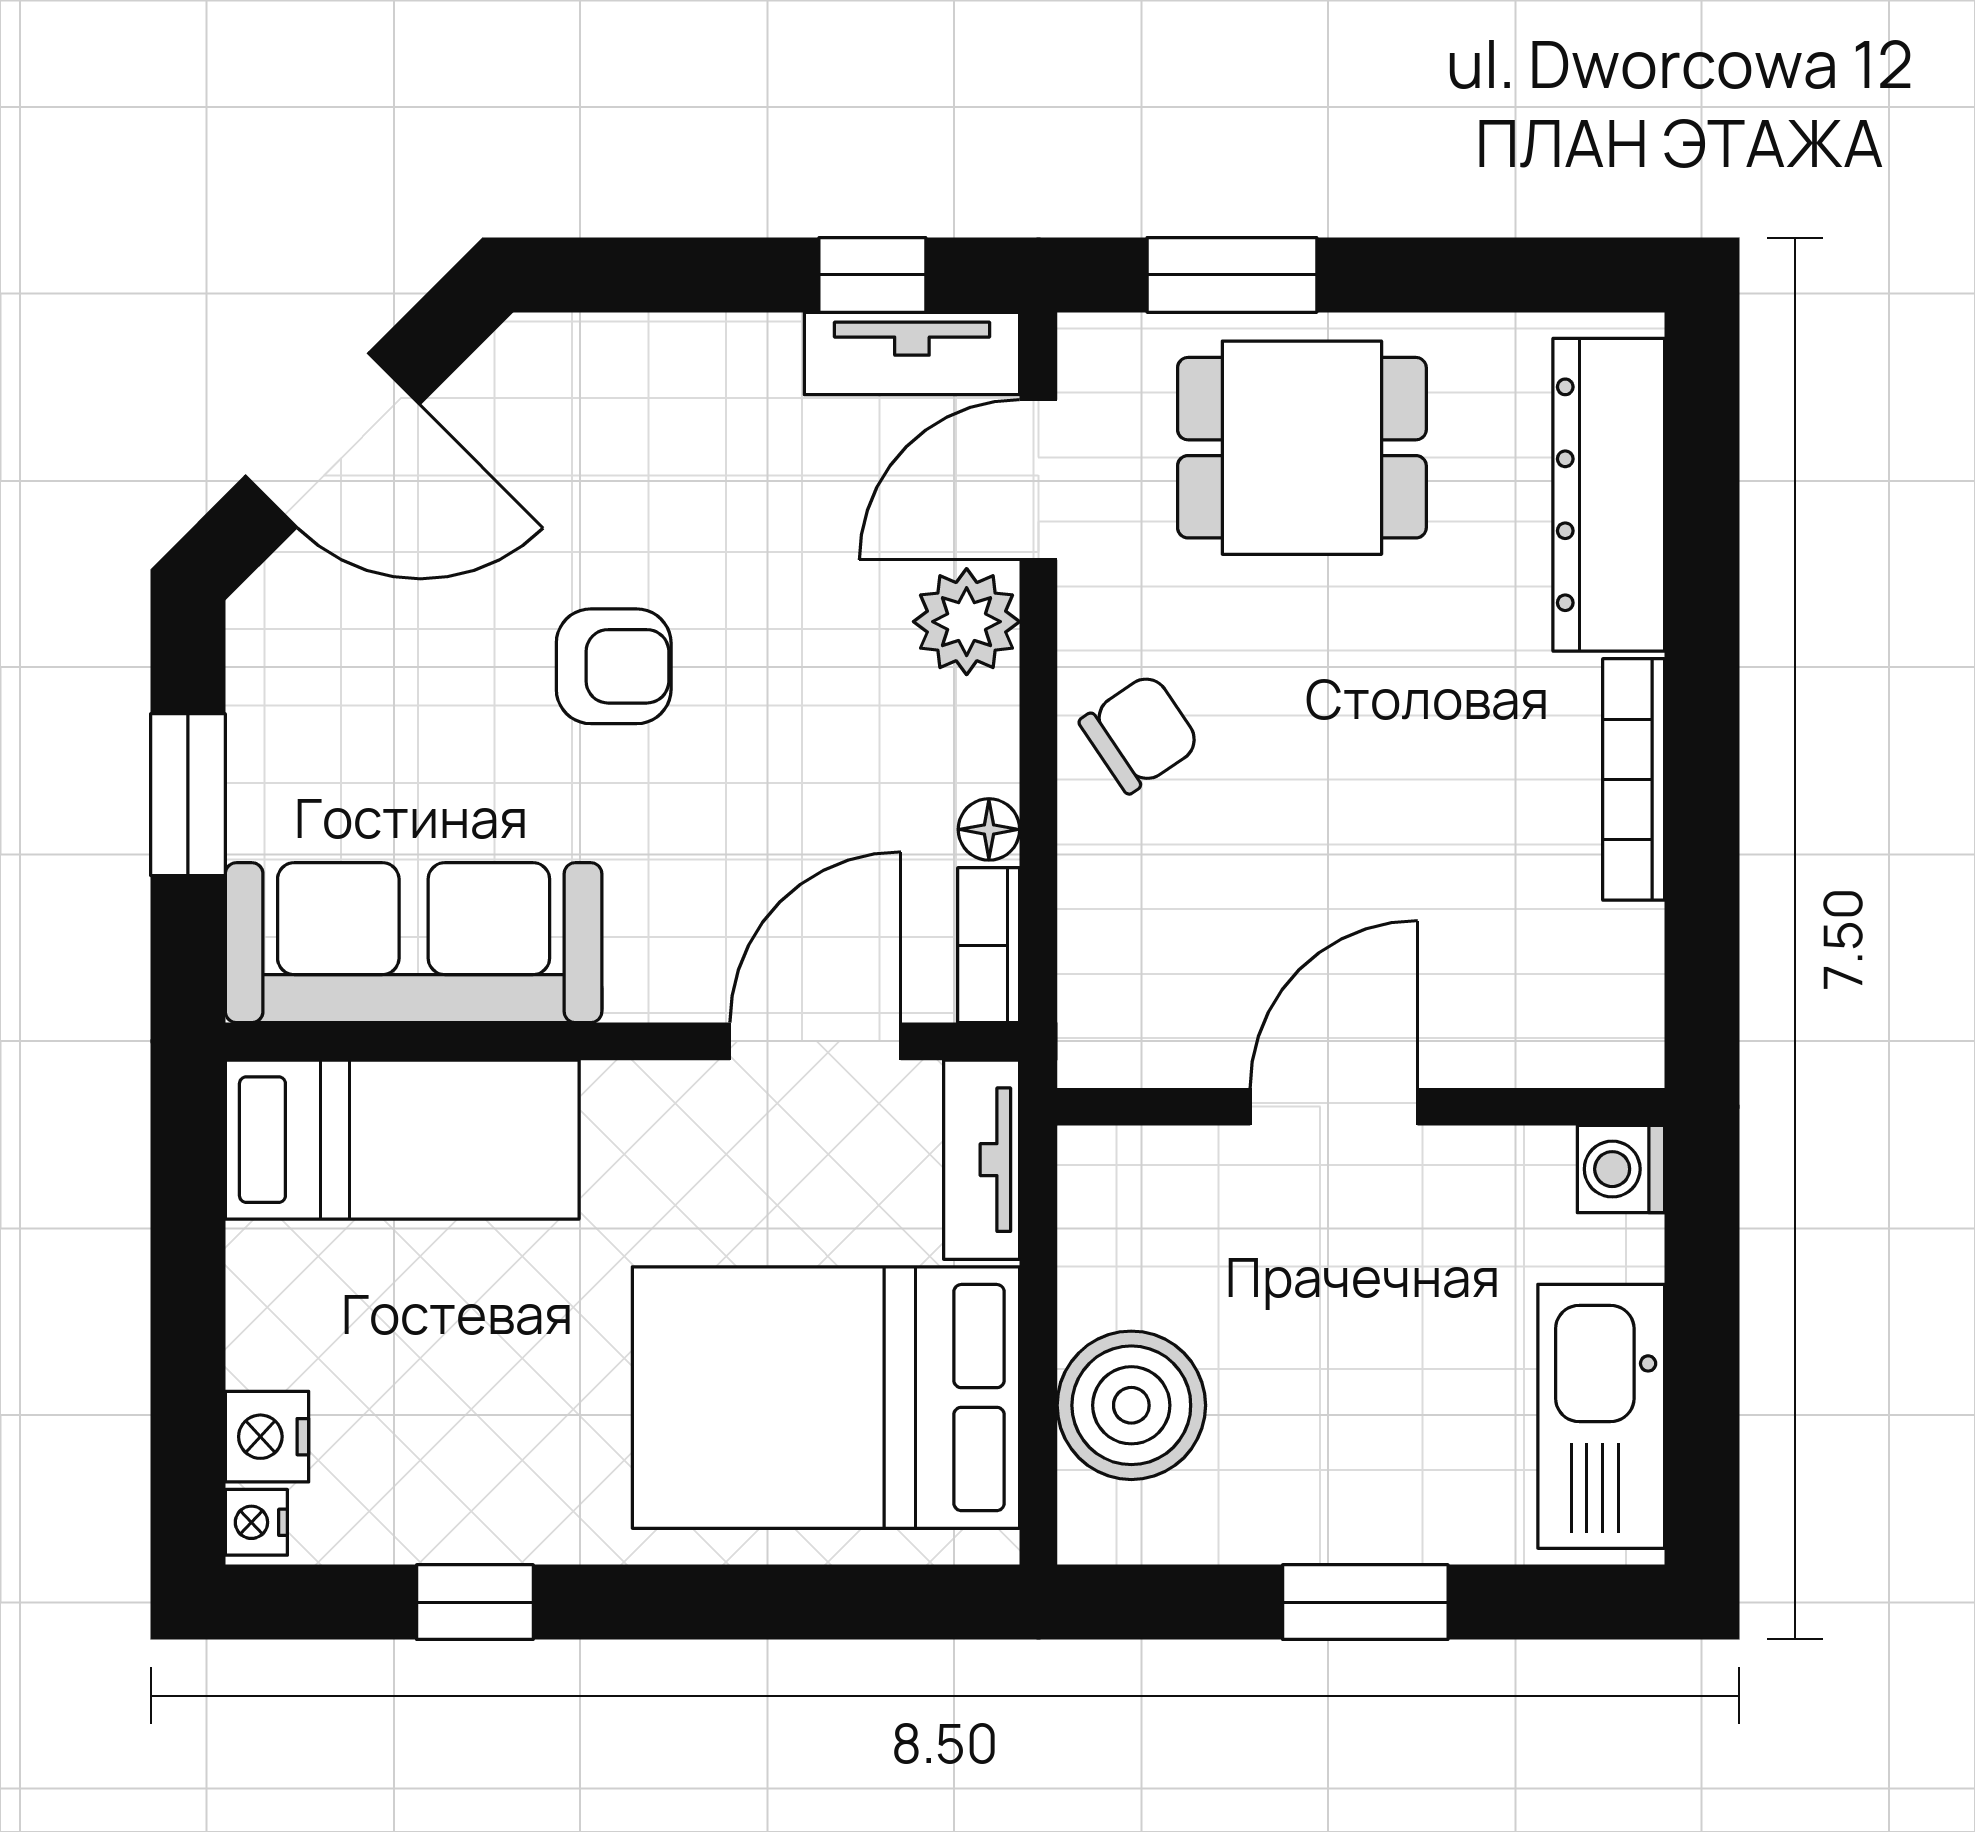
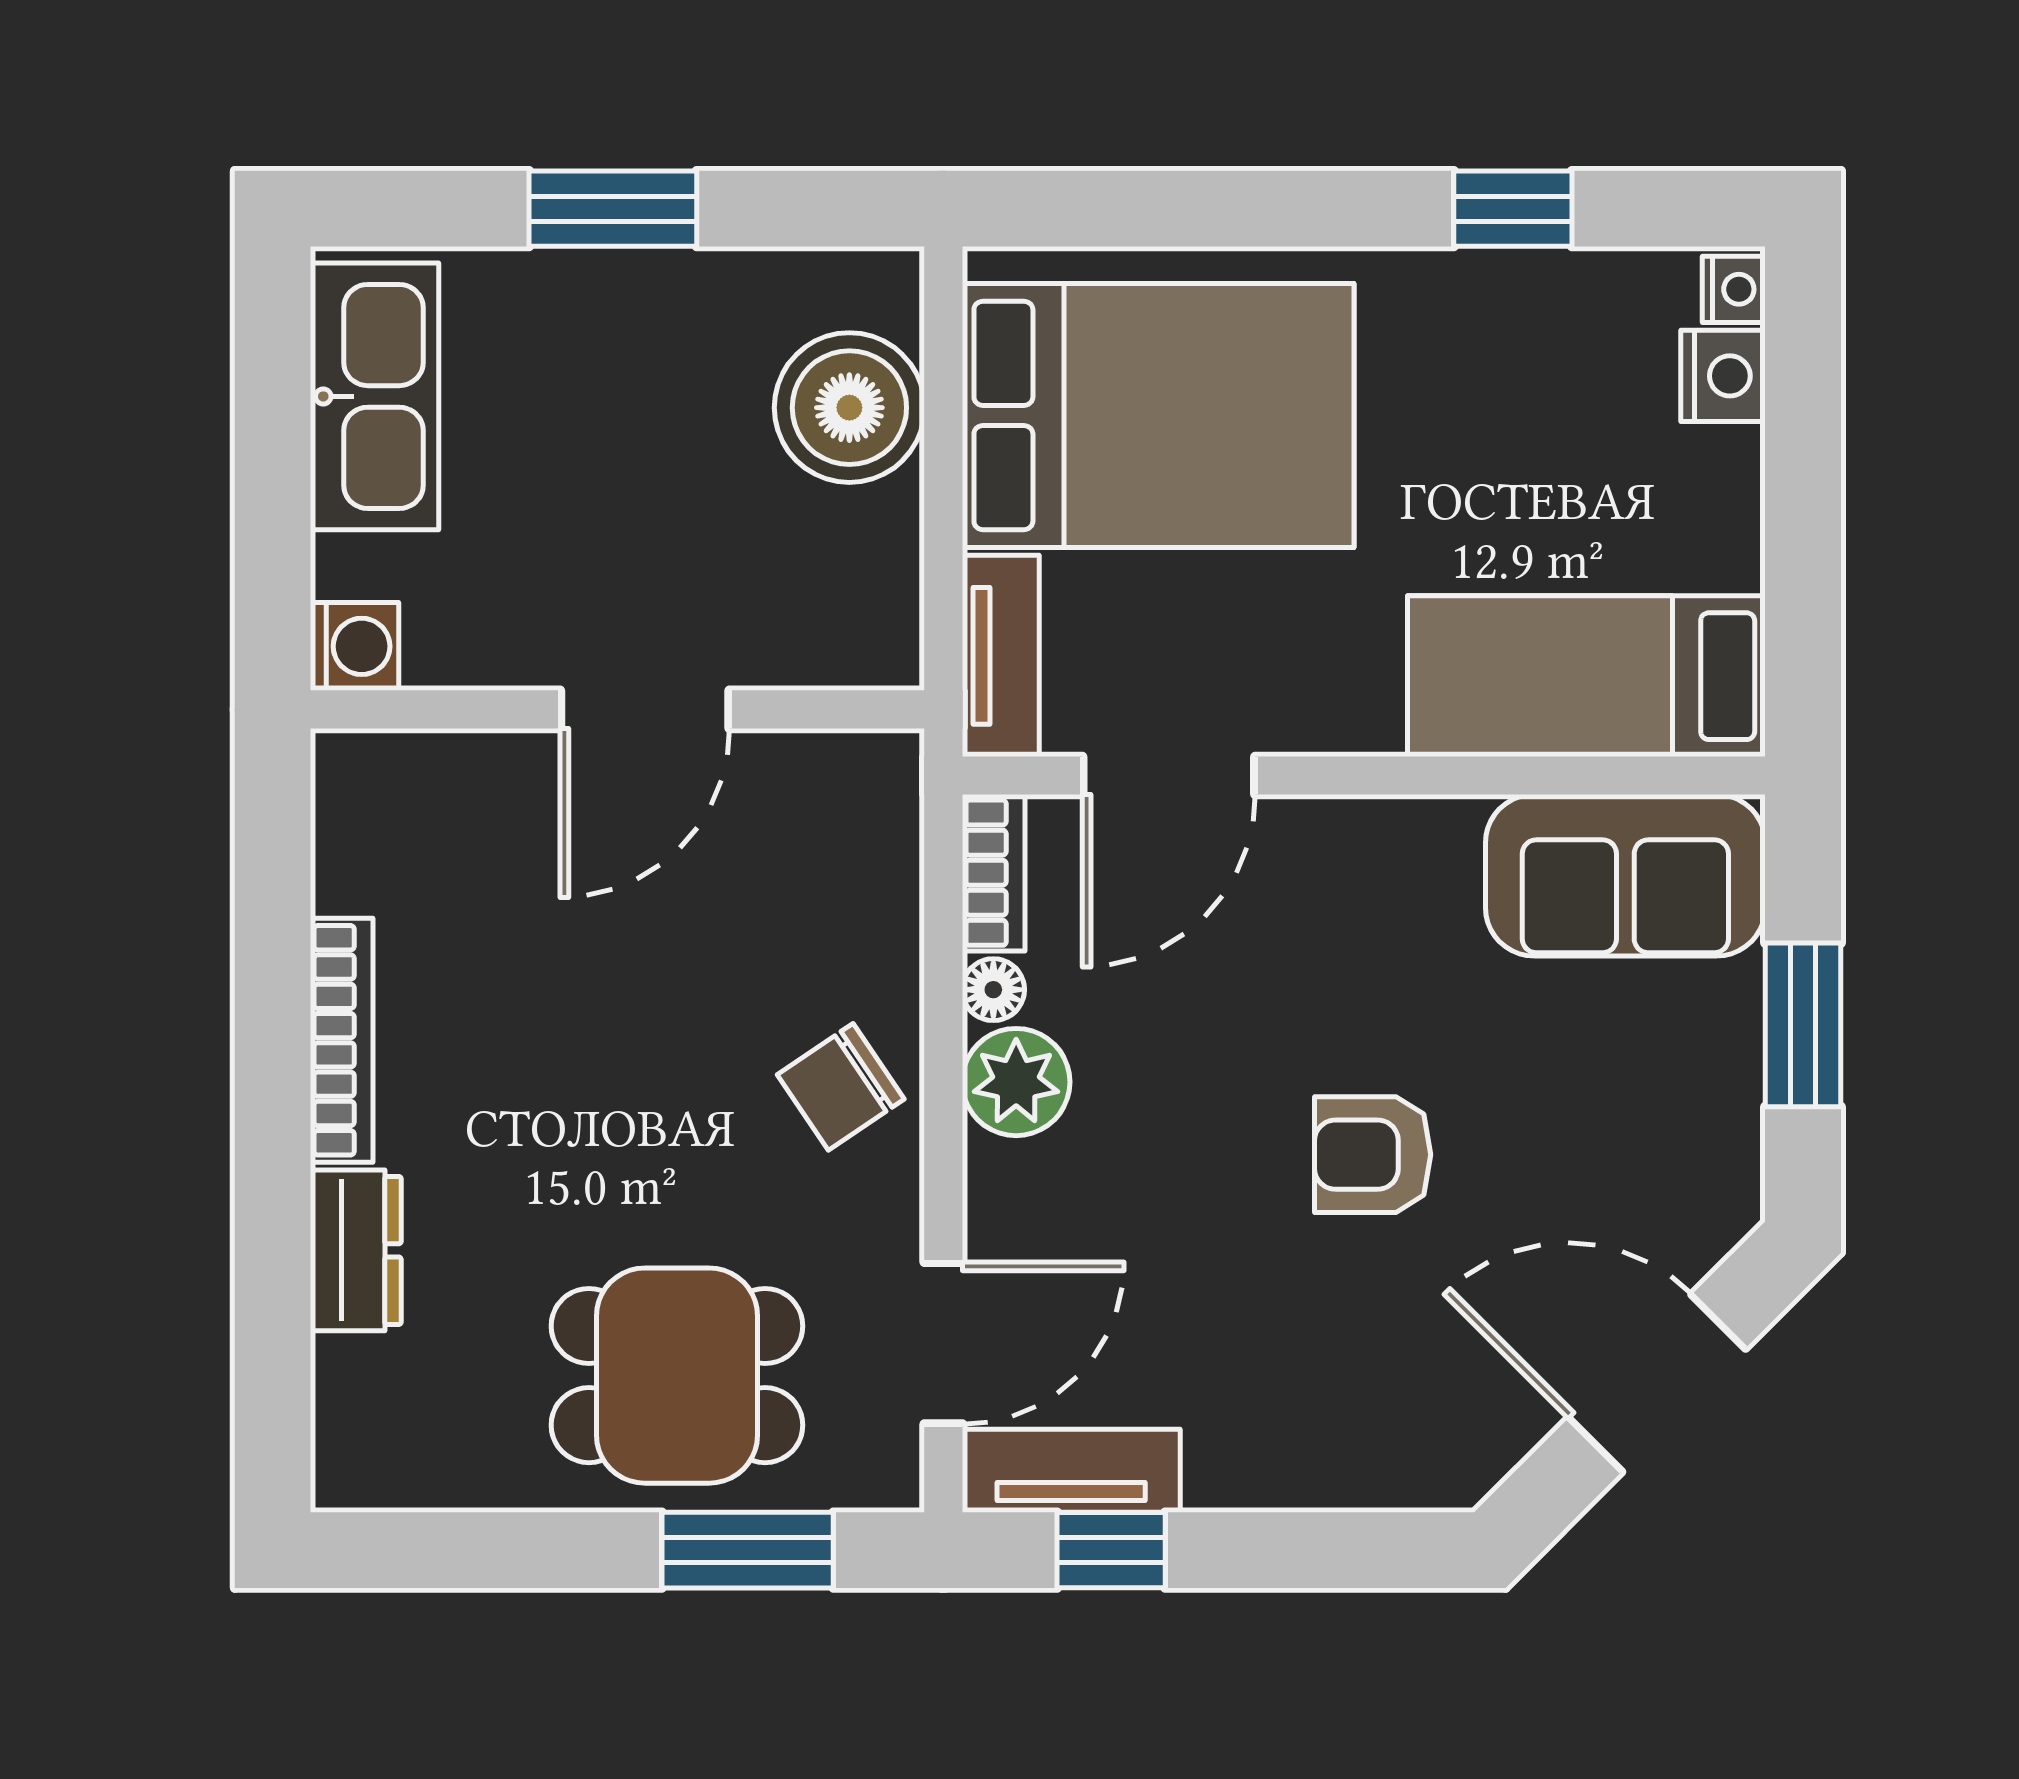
dresser: (1609, 495) -> (356, 1250), width x0.51, depth x0.80
plant: (967, 622) -> (1016, 1082), moved
sofa: (414, 943) -> (1625, 875), width x0.73

